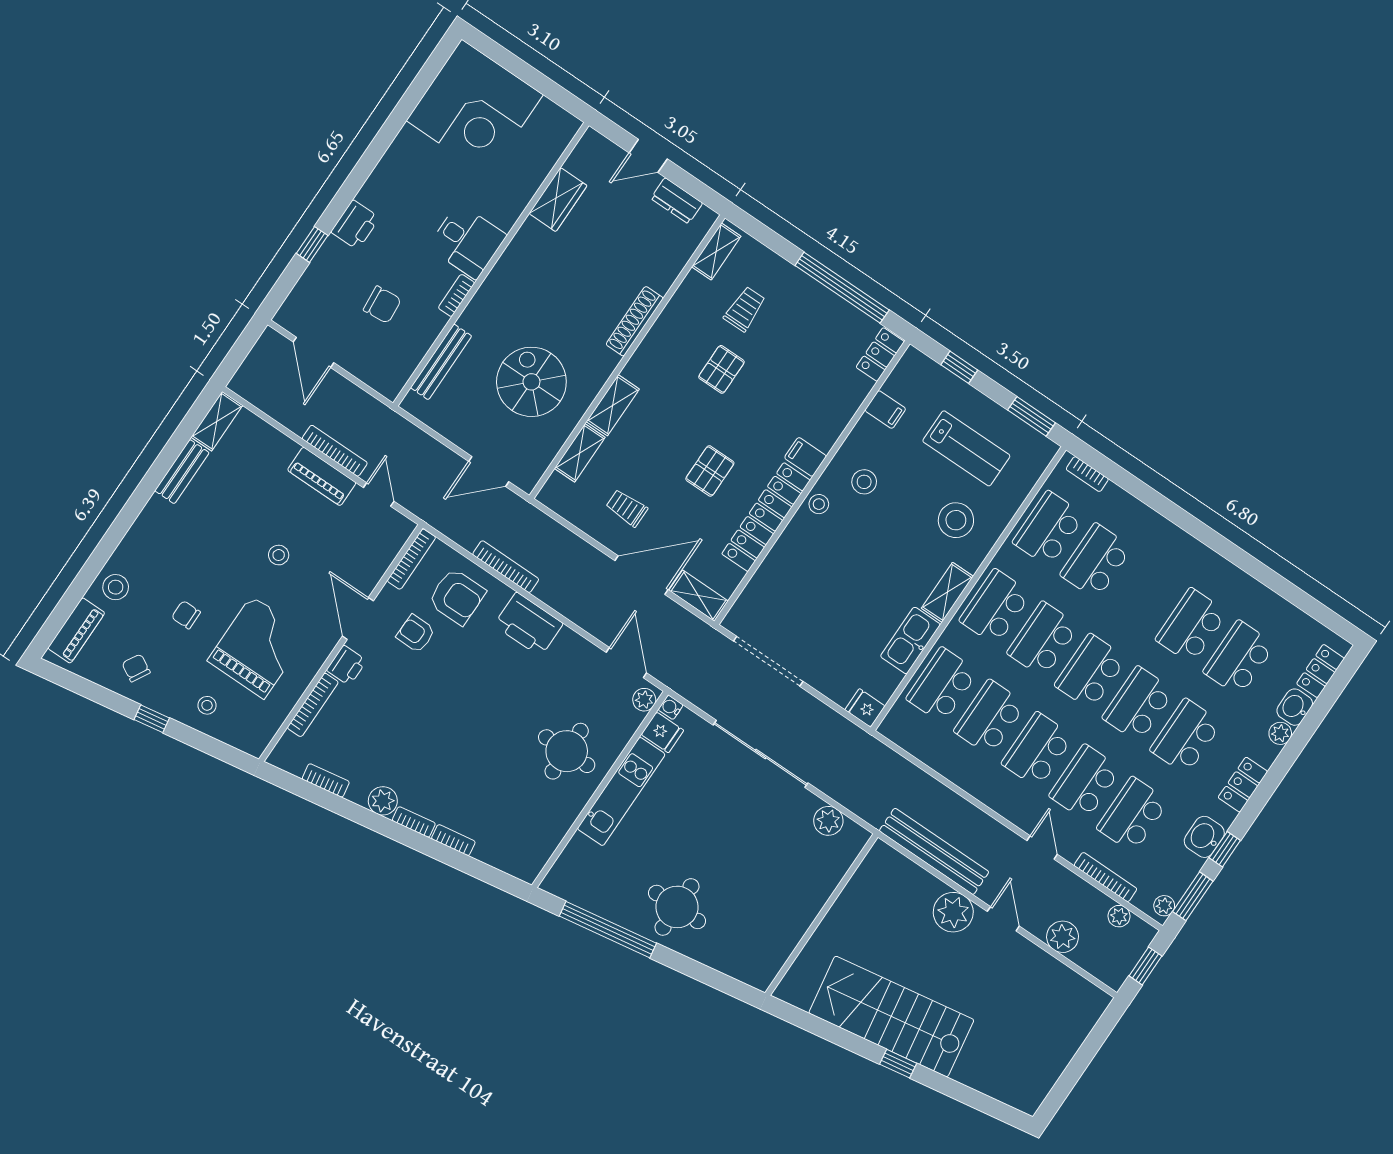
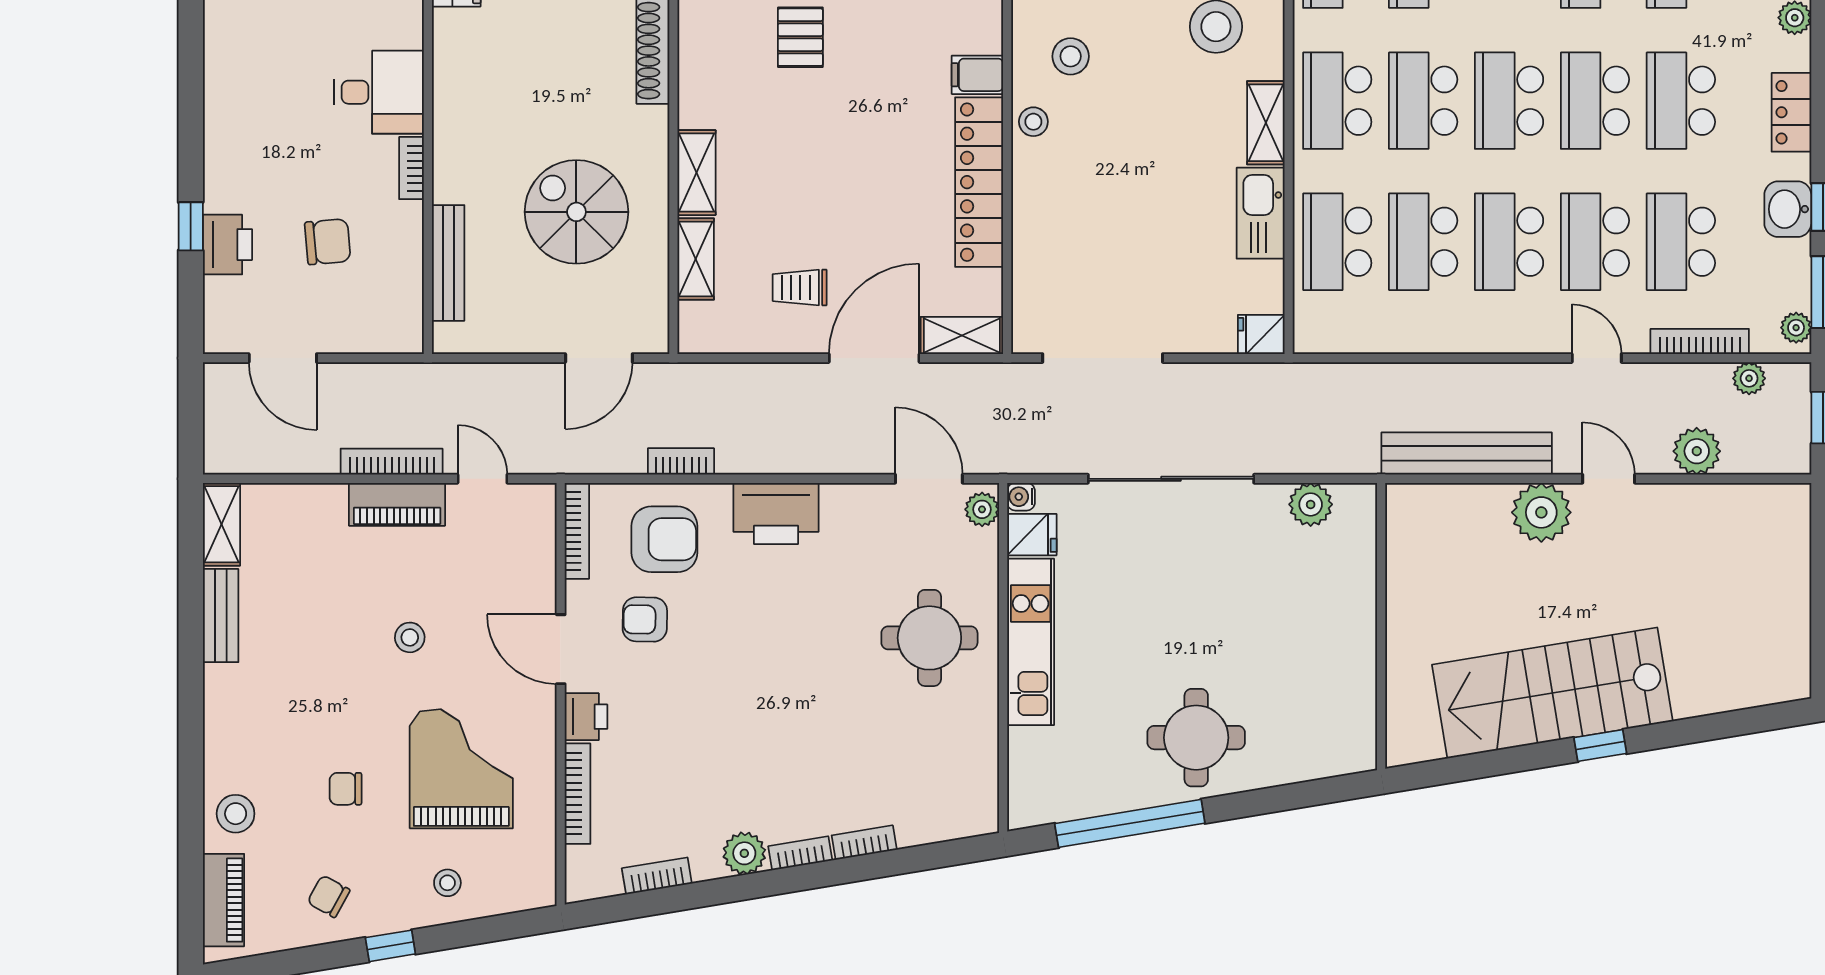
printer: (355, 225) -> (227, 245), moved
pallet: (710, 471) -> (871, 172), removed
bookcase: (506, 567) -> (681, 461), width x0.64

